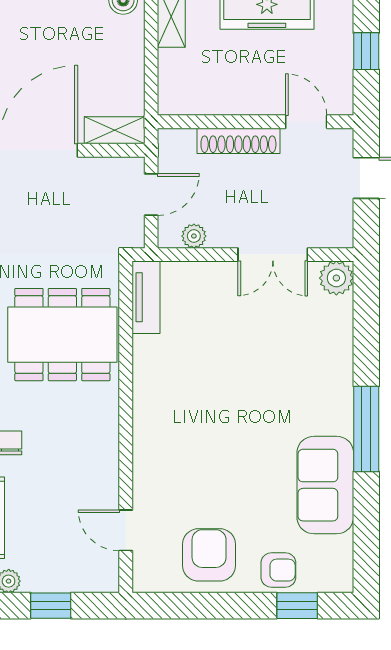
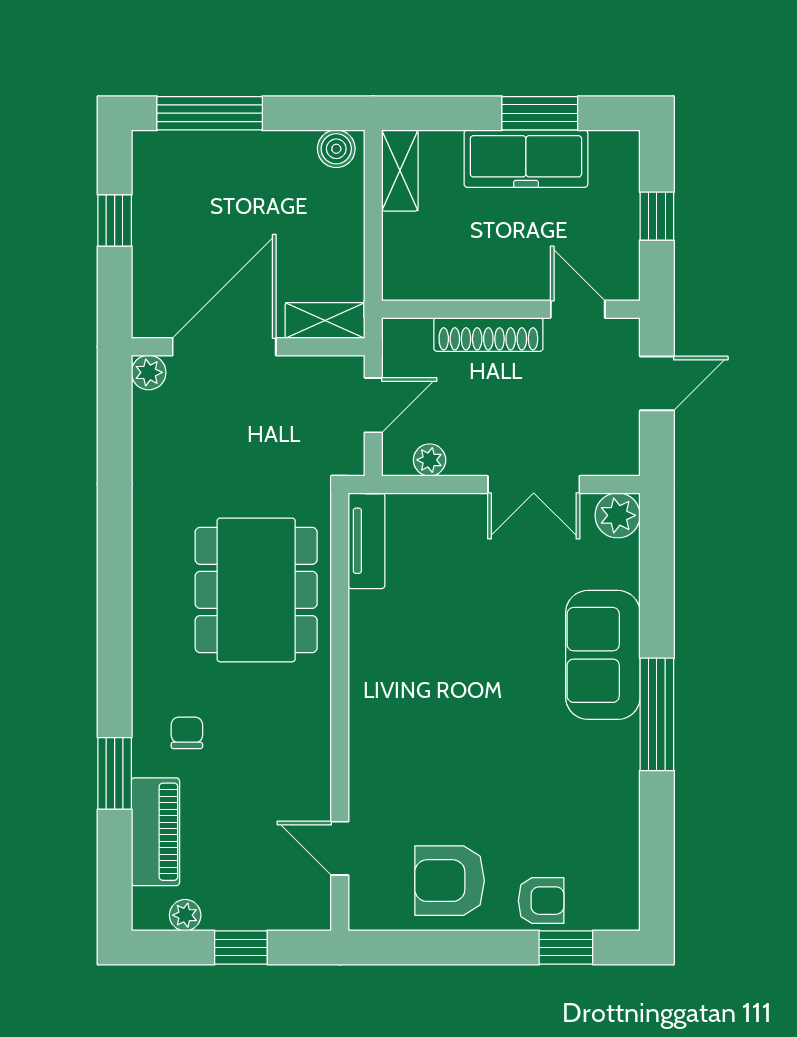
dining table: (62, 335) -> (256, 590), turned 90
sofa: (325, 485) -> (603, 655), moved
armchair: (209, 555) -> (450, 881), turned -90

